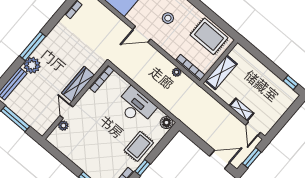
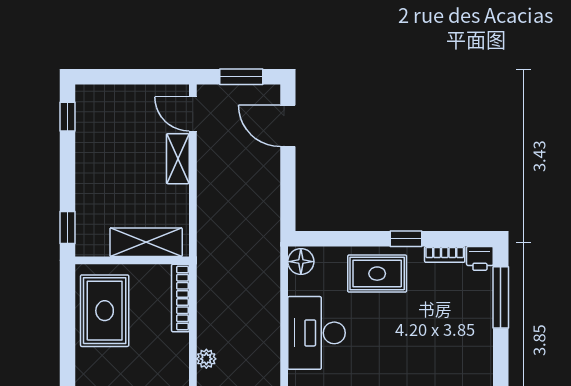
window: (250, 48) -> (67, 228), added
plant: (177, 72) -> (206, 359), moved
door: (253, 129) -> (193, 114), swing flipped

